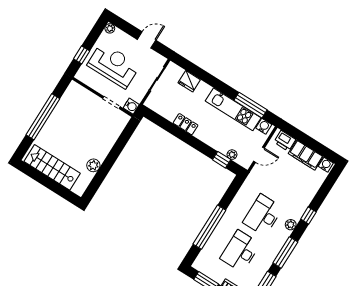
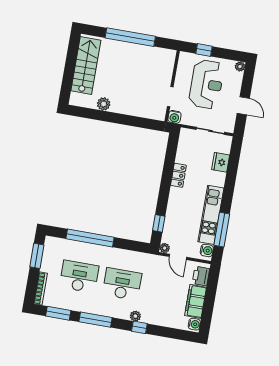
plant: (232, 155) -> (165, 248), moved
plant: (291, 225) -> (135, 316), moved

